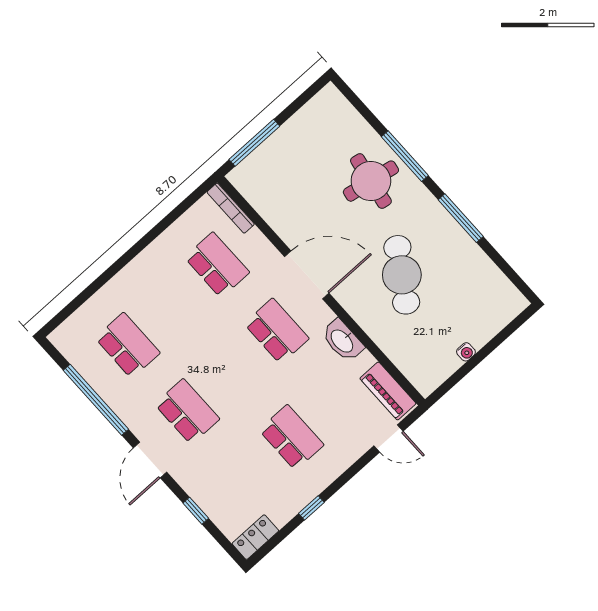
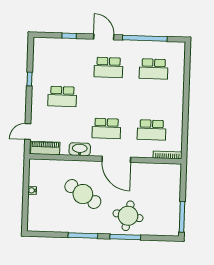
window: (254, 143) -> (182, 217), moved
door: (307, 275) -> (116, 159), hinge flipped
locker: (255, 537) -> (38, 48), removed

